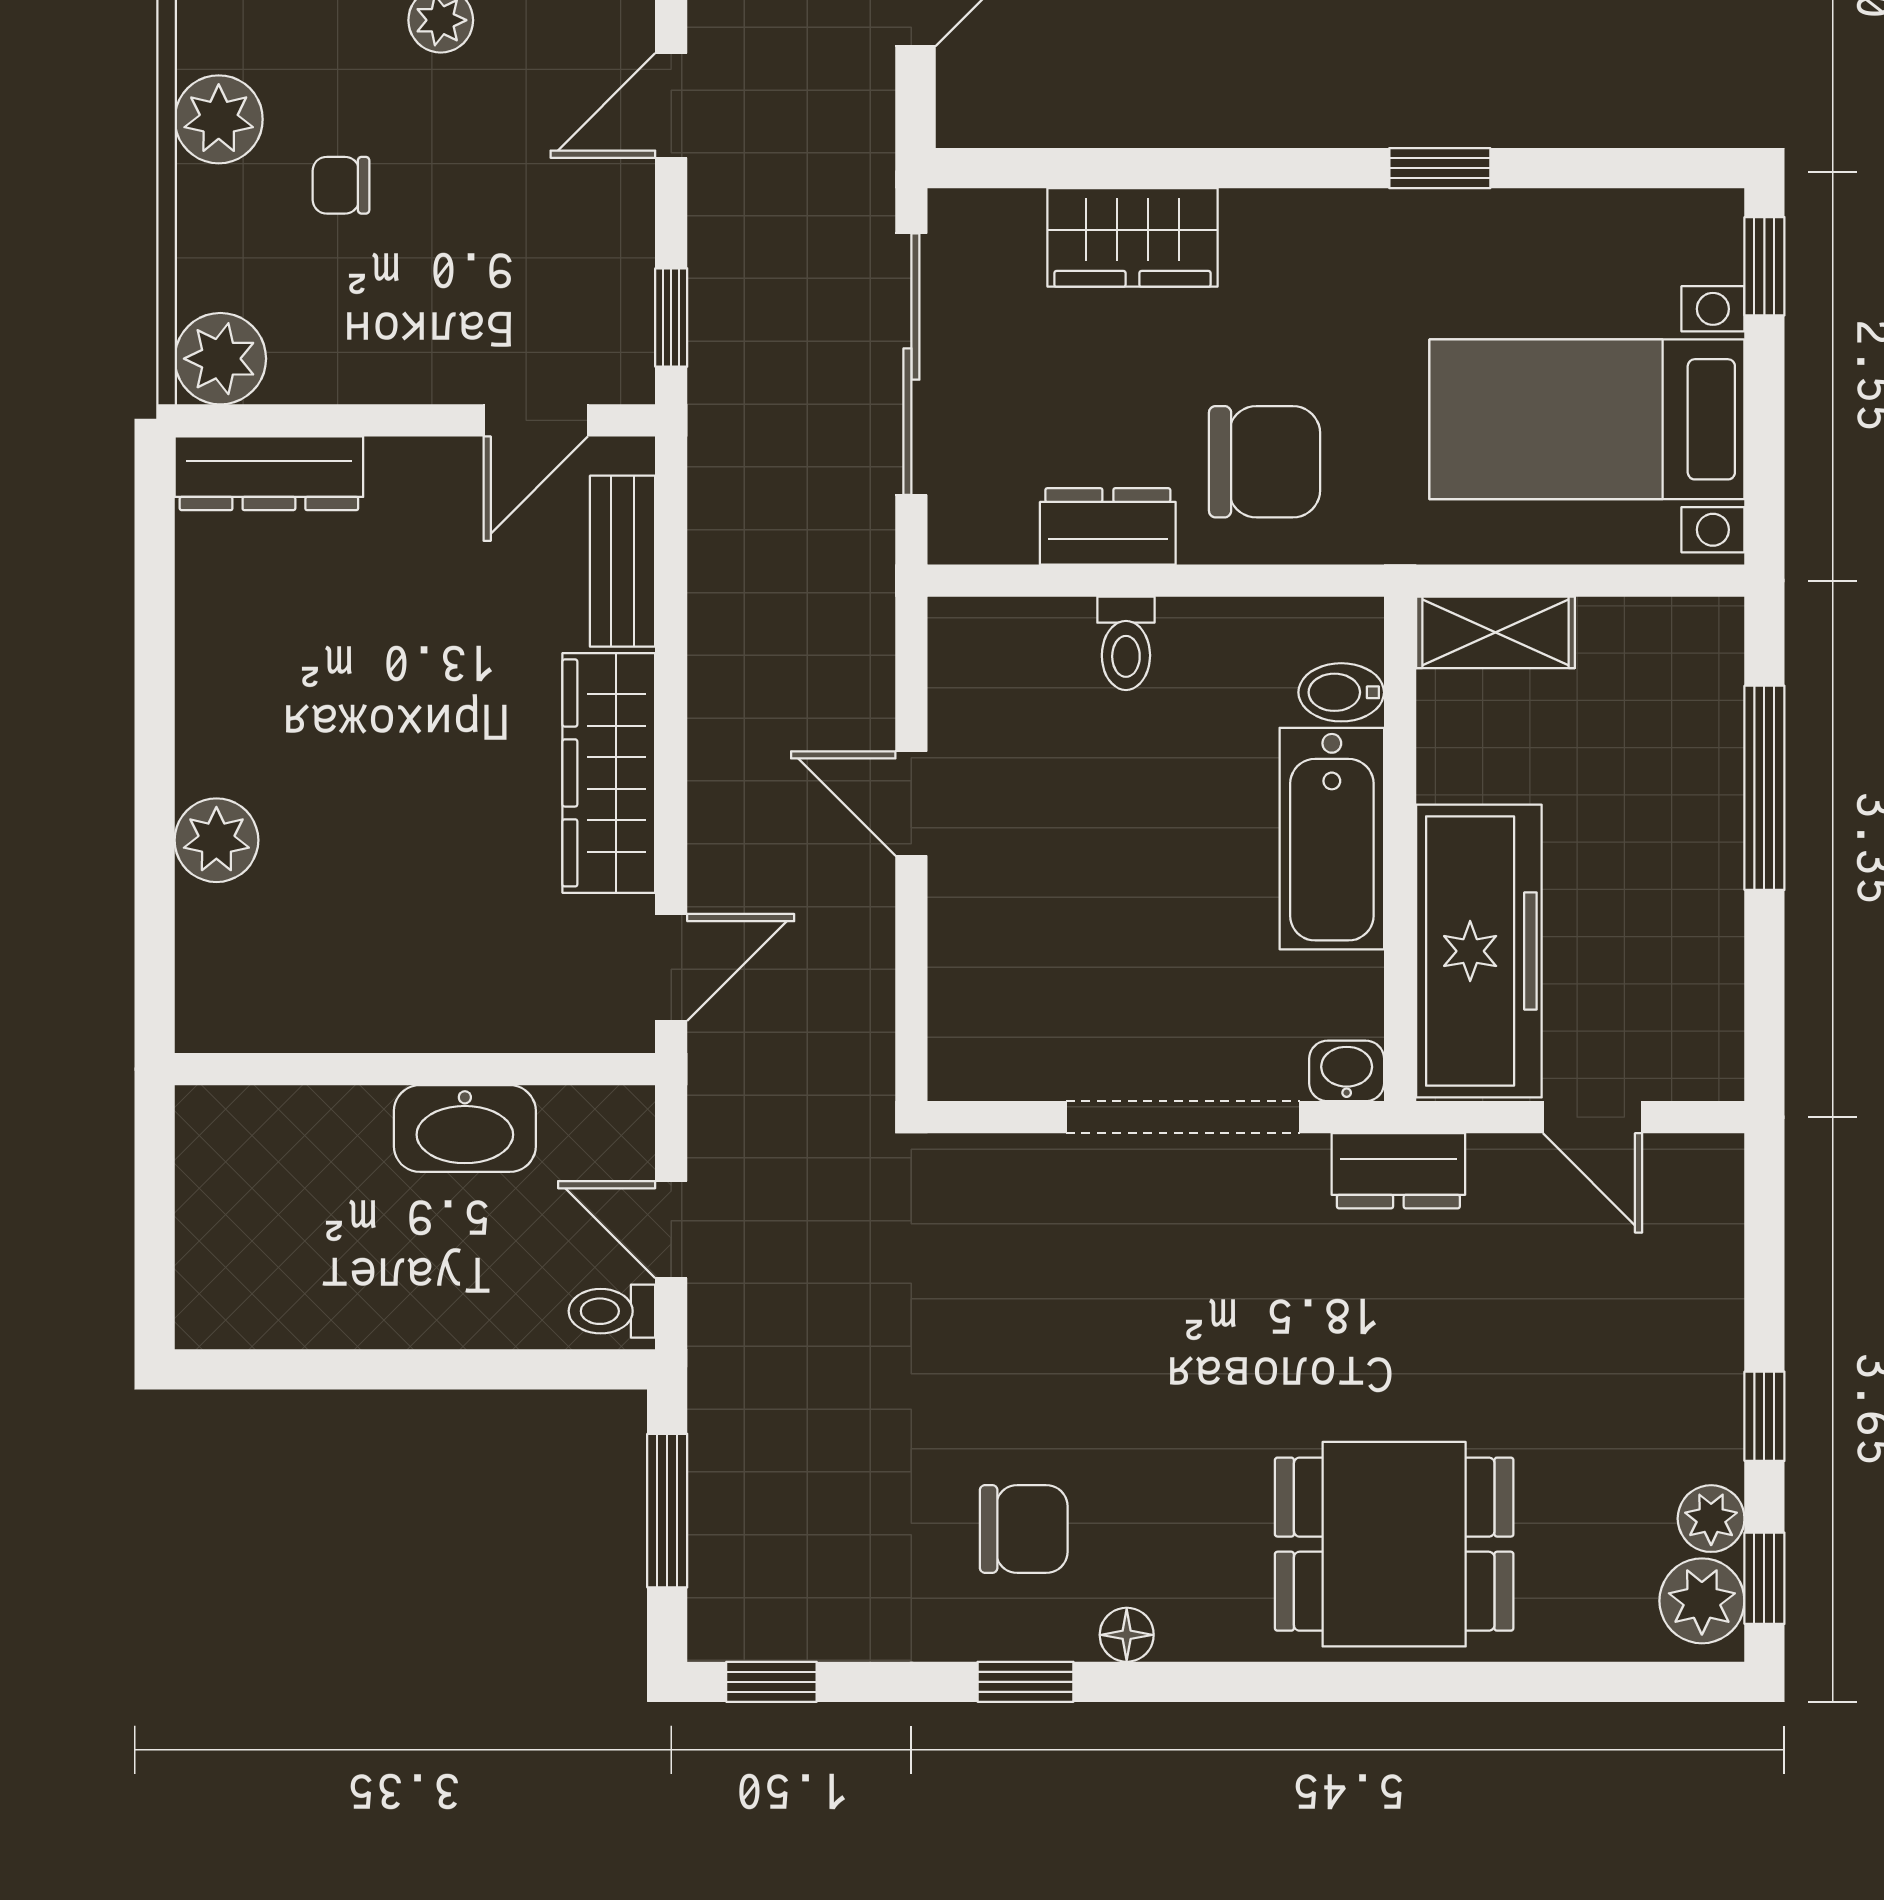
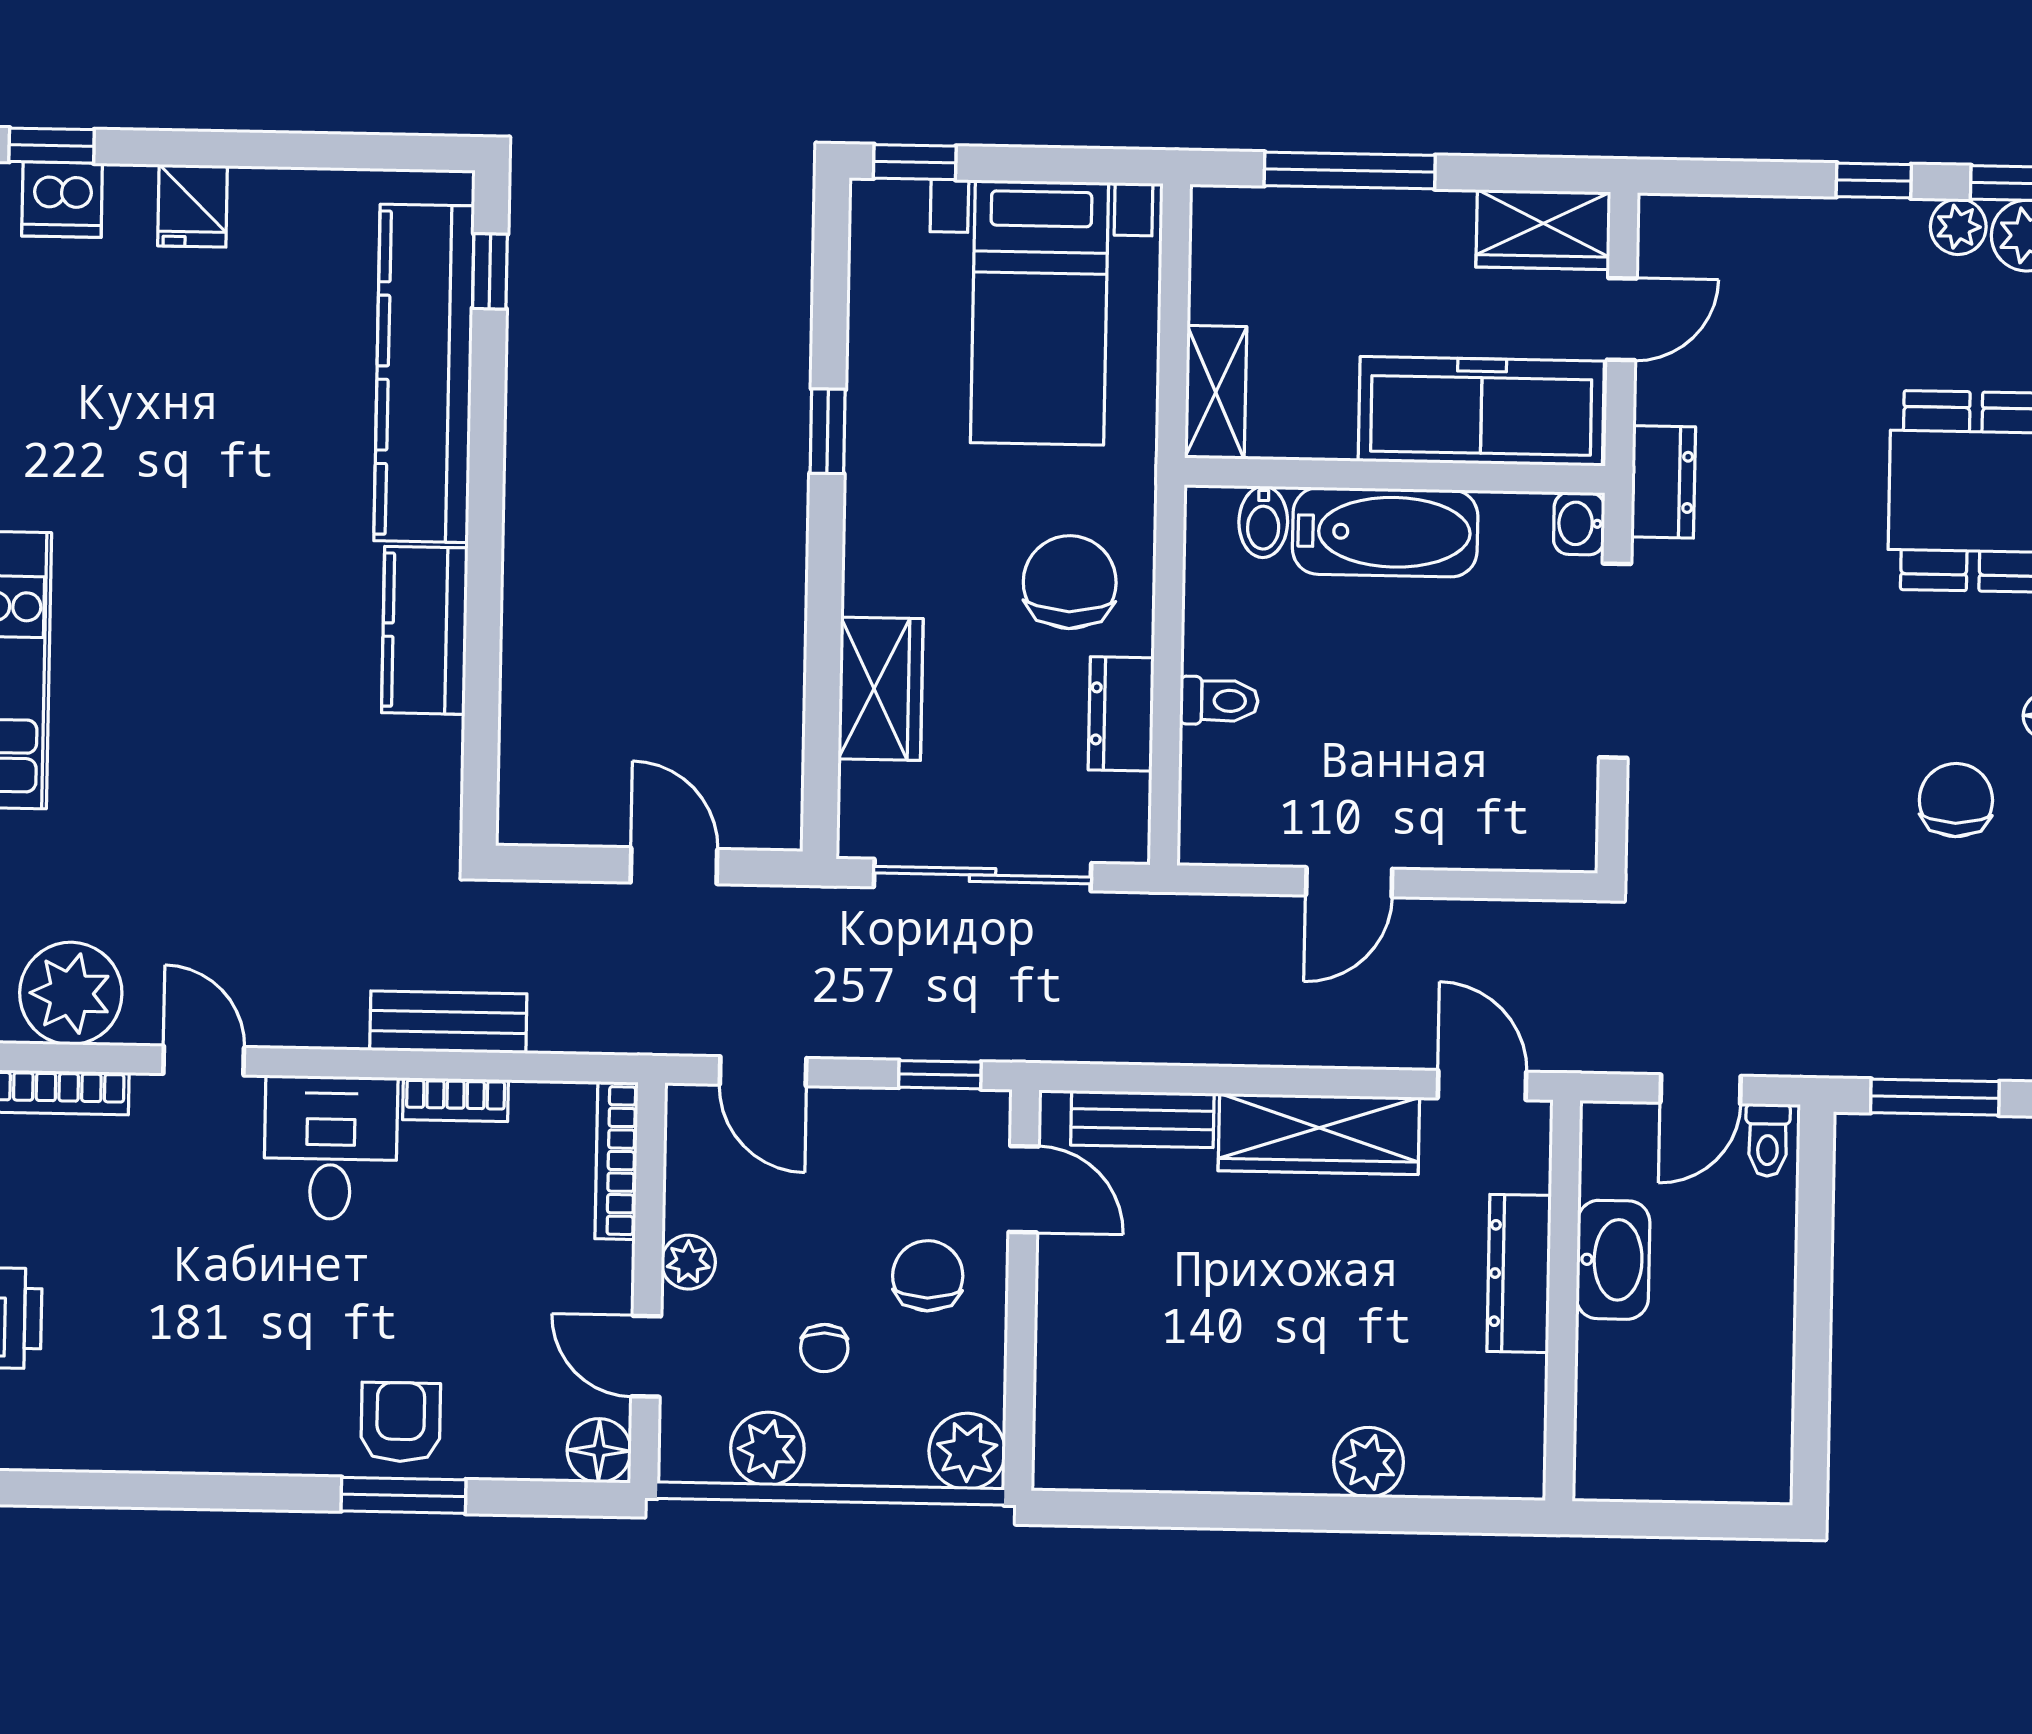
chair: (430, 308) -> (928, 1276), added
dresser: (269, 473) -> (1519, 1273), moved, turned 180
wardrobe: (1698, 1021) -> (1543, 230), added

